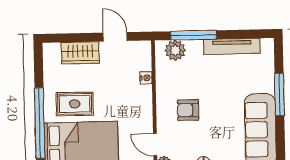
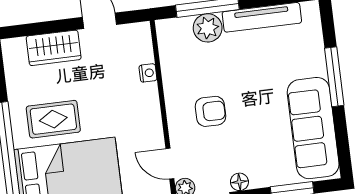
plant: (175, 50) -> (208, 28), moved
armchair: (188, 110) -> (211, 111), turned 180

